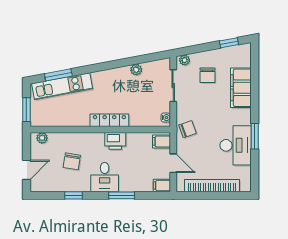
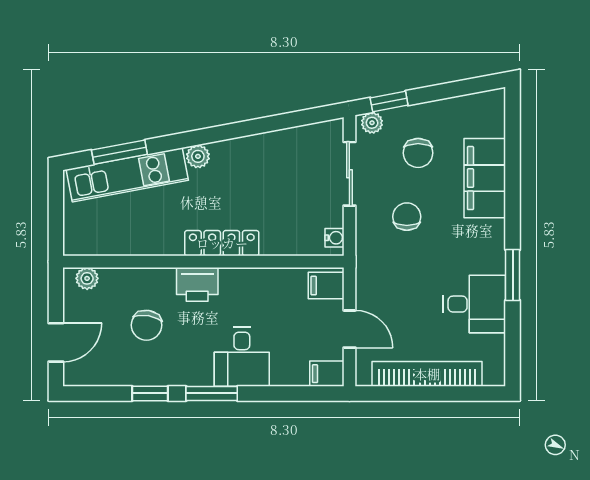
window: (229, 43) -> (389, 102), moved
plant: (136, 70) -> (198, 156), moved
window: (26, 110) -> (56, 222), removed
chair: (188, 129) -> (407, 217), moved, turned -70
printer: (115, 141) -> (197, 284), moved
desk: (236, 145) -> (474, 304), width x0.73
desk: (105, 177) -> (242, 357), moved
window: (122, 195) -> (212, 393), moved

